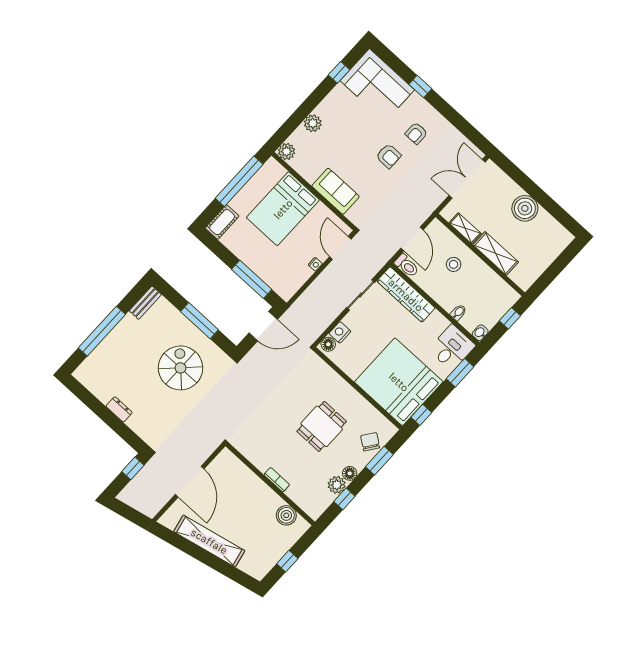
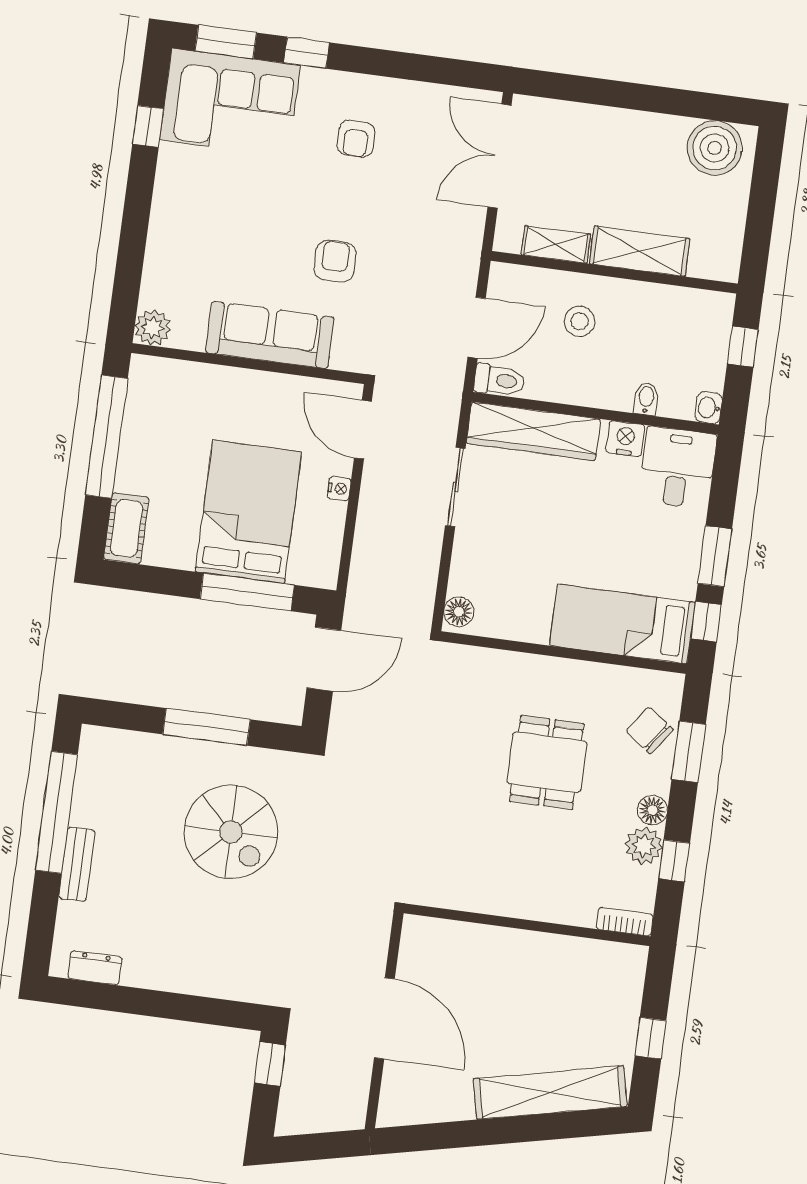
window: (392, 61) -> (226, 42), added
plant: (313, 123) -> (164, 247), removed
armchair: (388, 156) -> (335, 261), moved, turned -90
sofa: (336, 191) -> (270, 335), width x1.36
boiler: (525, 208) -> (715, 148), moved
bed: (283, 209) -> (248, 512), moved, turned 180
door: (412, 239) -> (477, 328), hinge flipped
bench: (145, 303) -> (77, 864), moved
window: (102, 331) -> (56, 812), moved
nightstand: (340, 332) -> (625, 439), moved, turned 90
spiral stairs: (181, 368) -> (231, 832), turned 180
window: (460, 373) -> (715, 556), moved
bed: (399, 382) -> (622, 624), width x0.49
dresser: (119, 409) -> (95, 968), moved
bookcase: (277, 480) -> (625, 922), moved
boiler: (286, 515) -> (593, 960), removed
shelving: (209, 541) -> (550, 1093), moved

